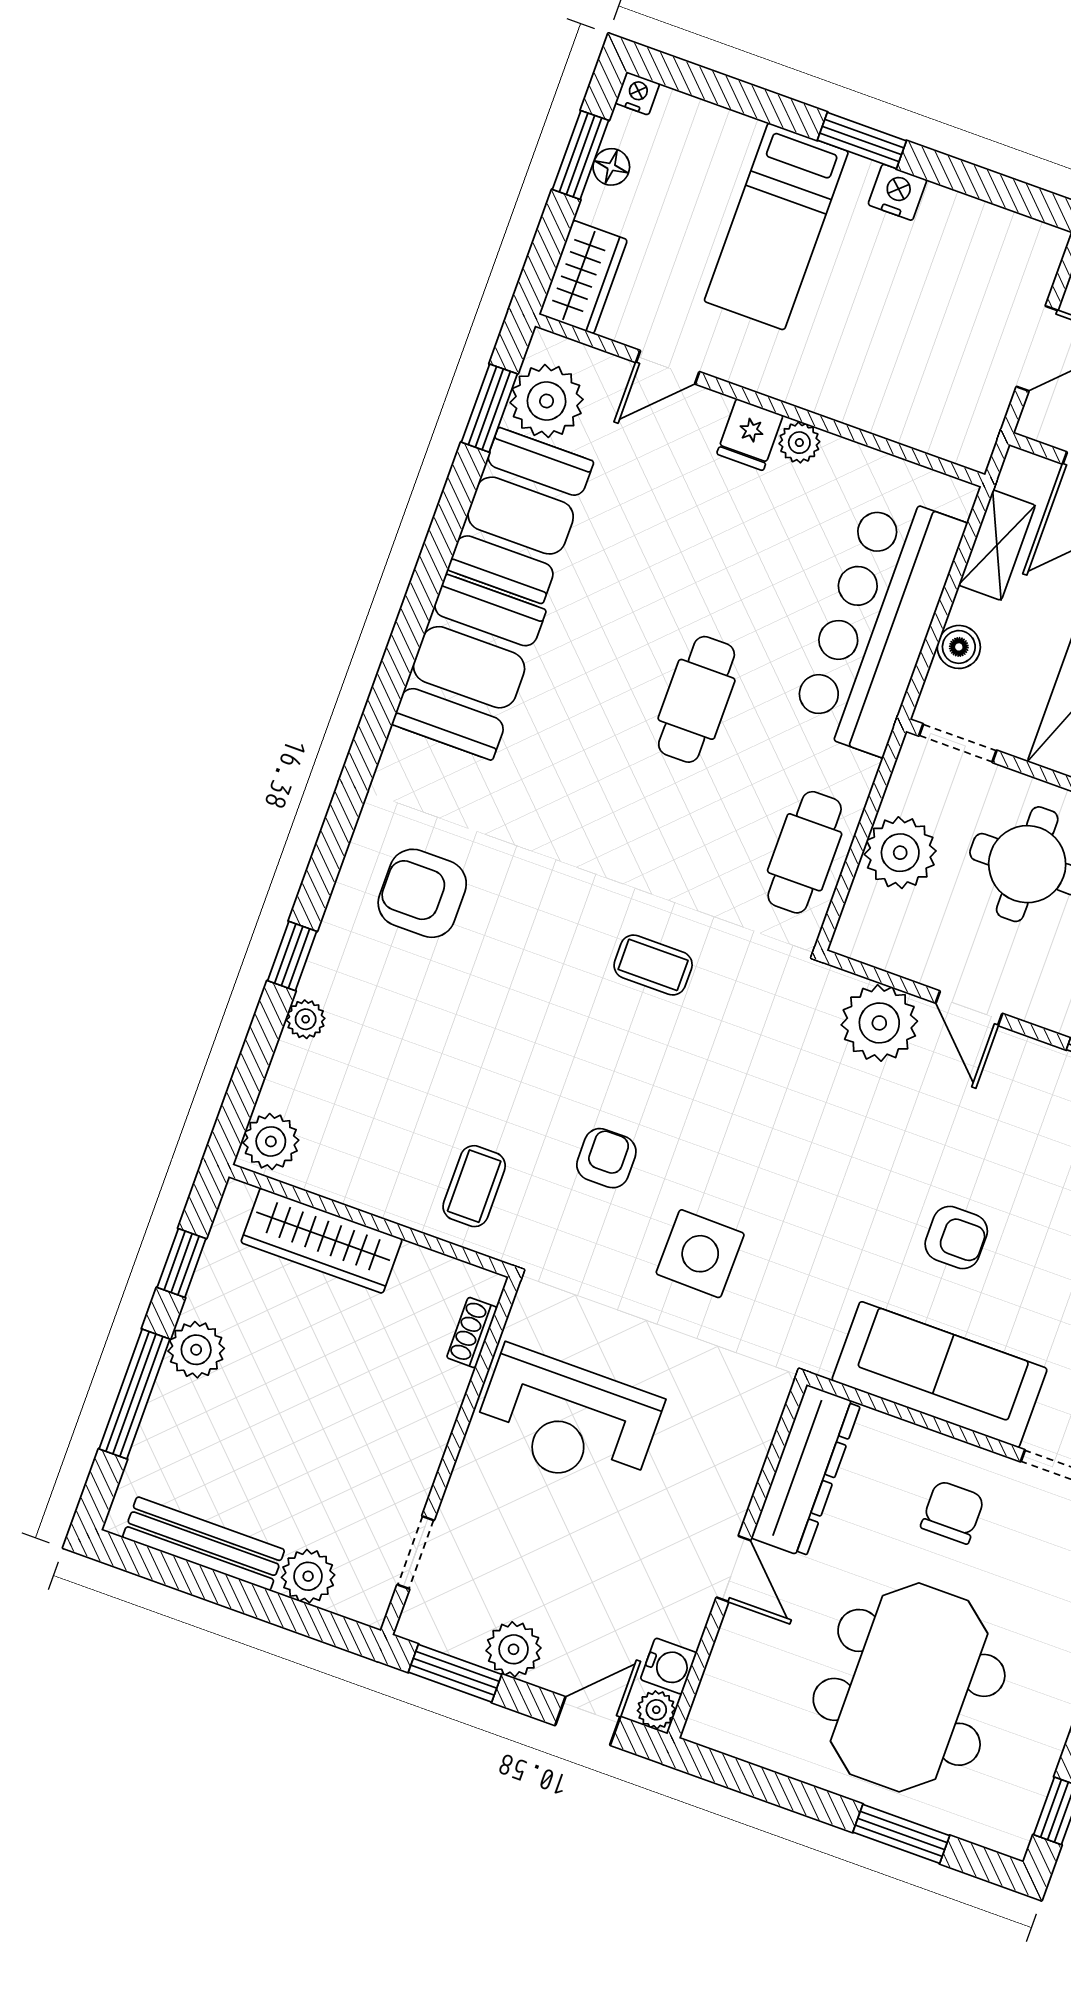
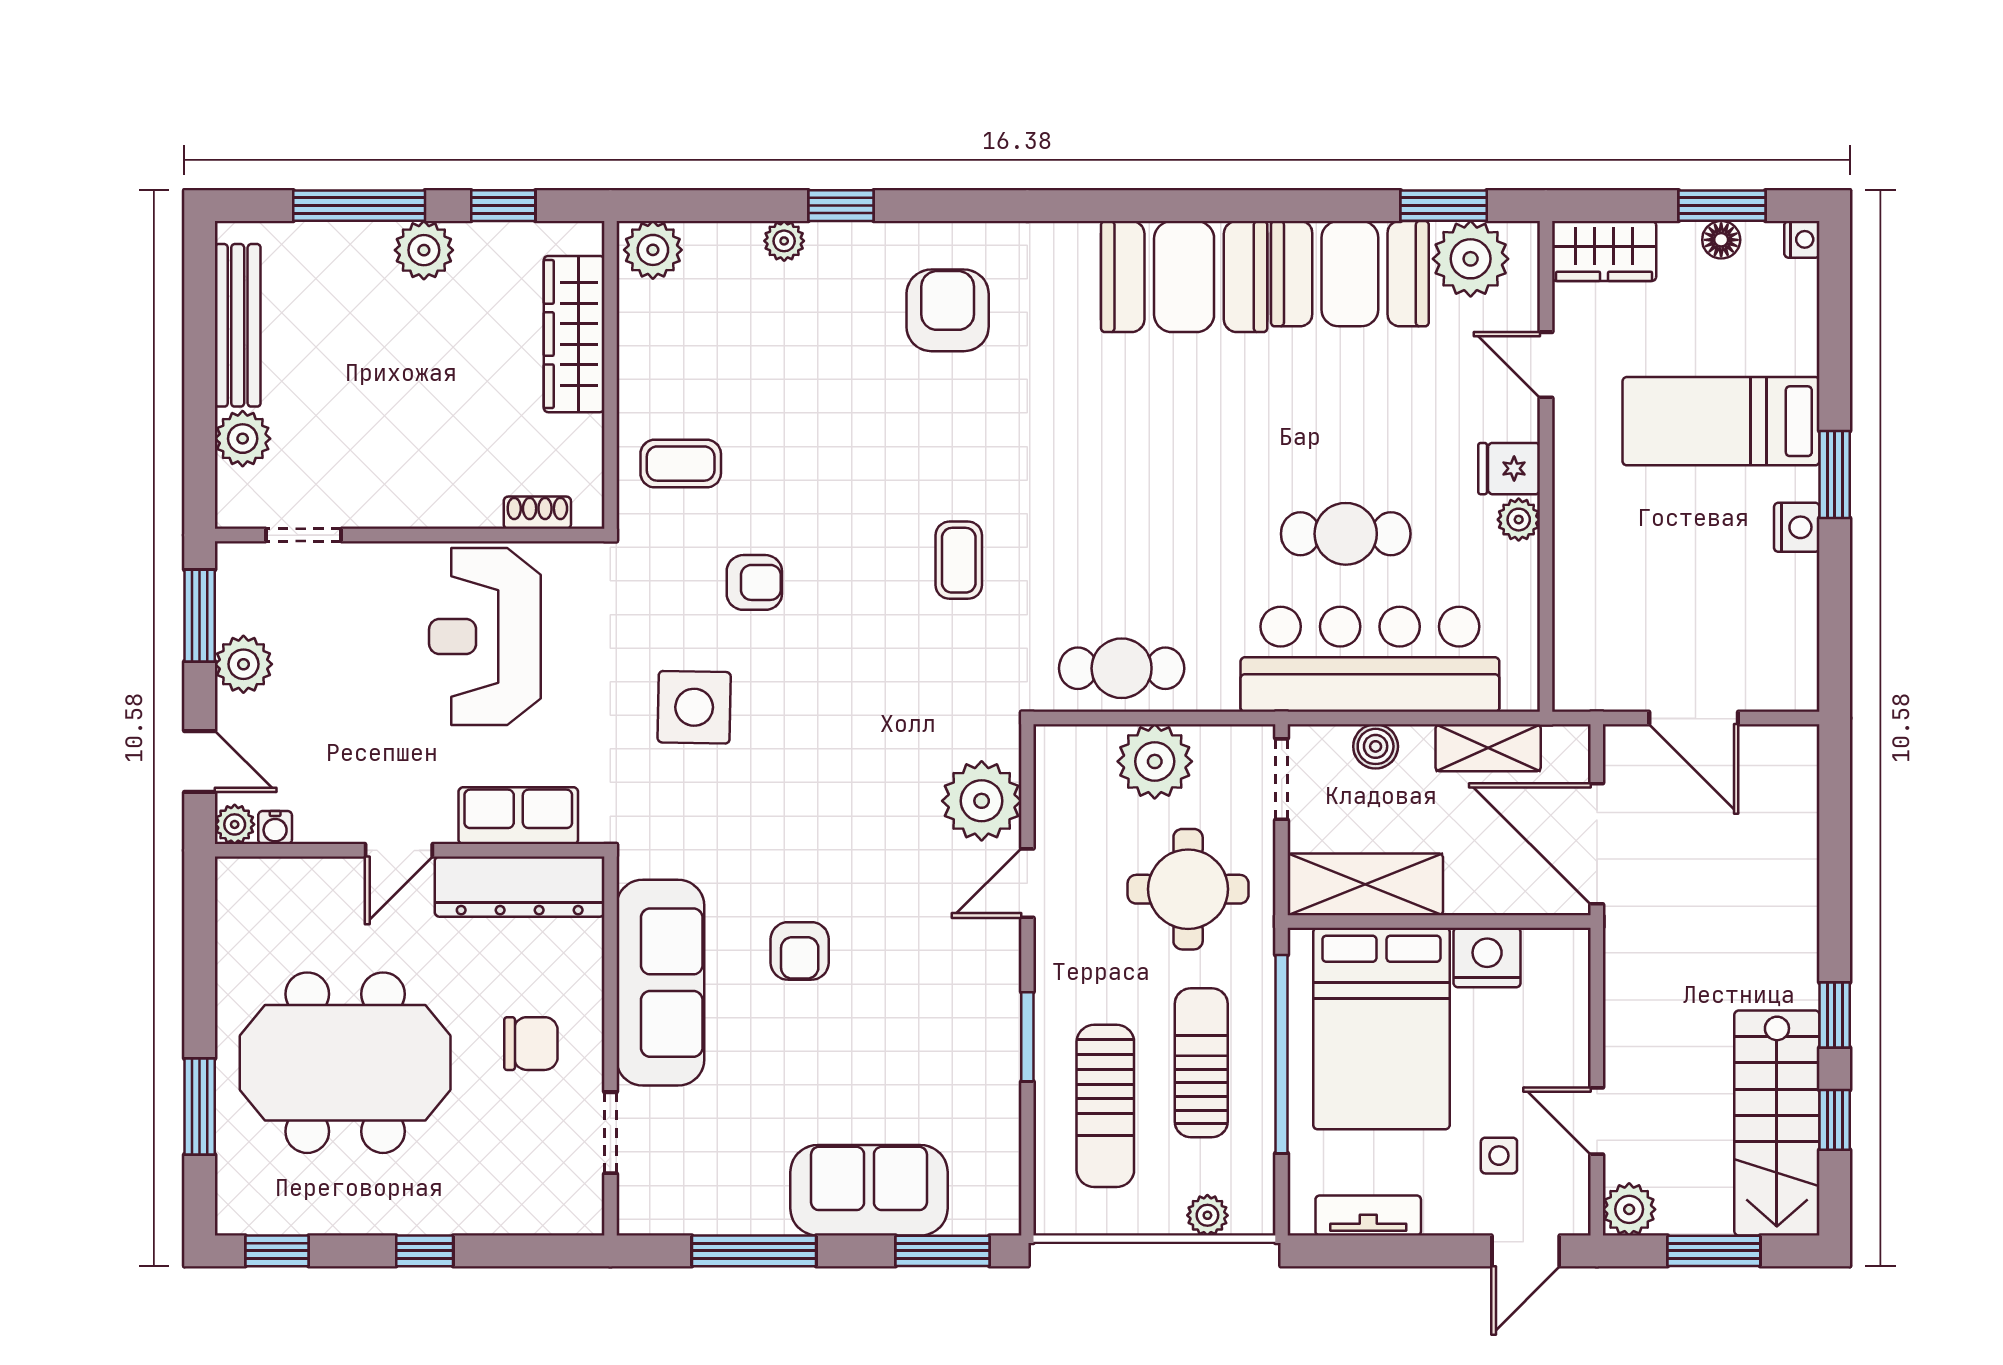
cafe table: (697, 699) -> (1346, 534), moved
row of seats: (741, 1449) -> (518, 816), added
water cooler: (669, 1666) -> (275, 827), width x0.72, depth x0.72

